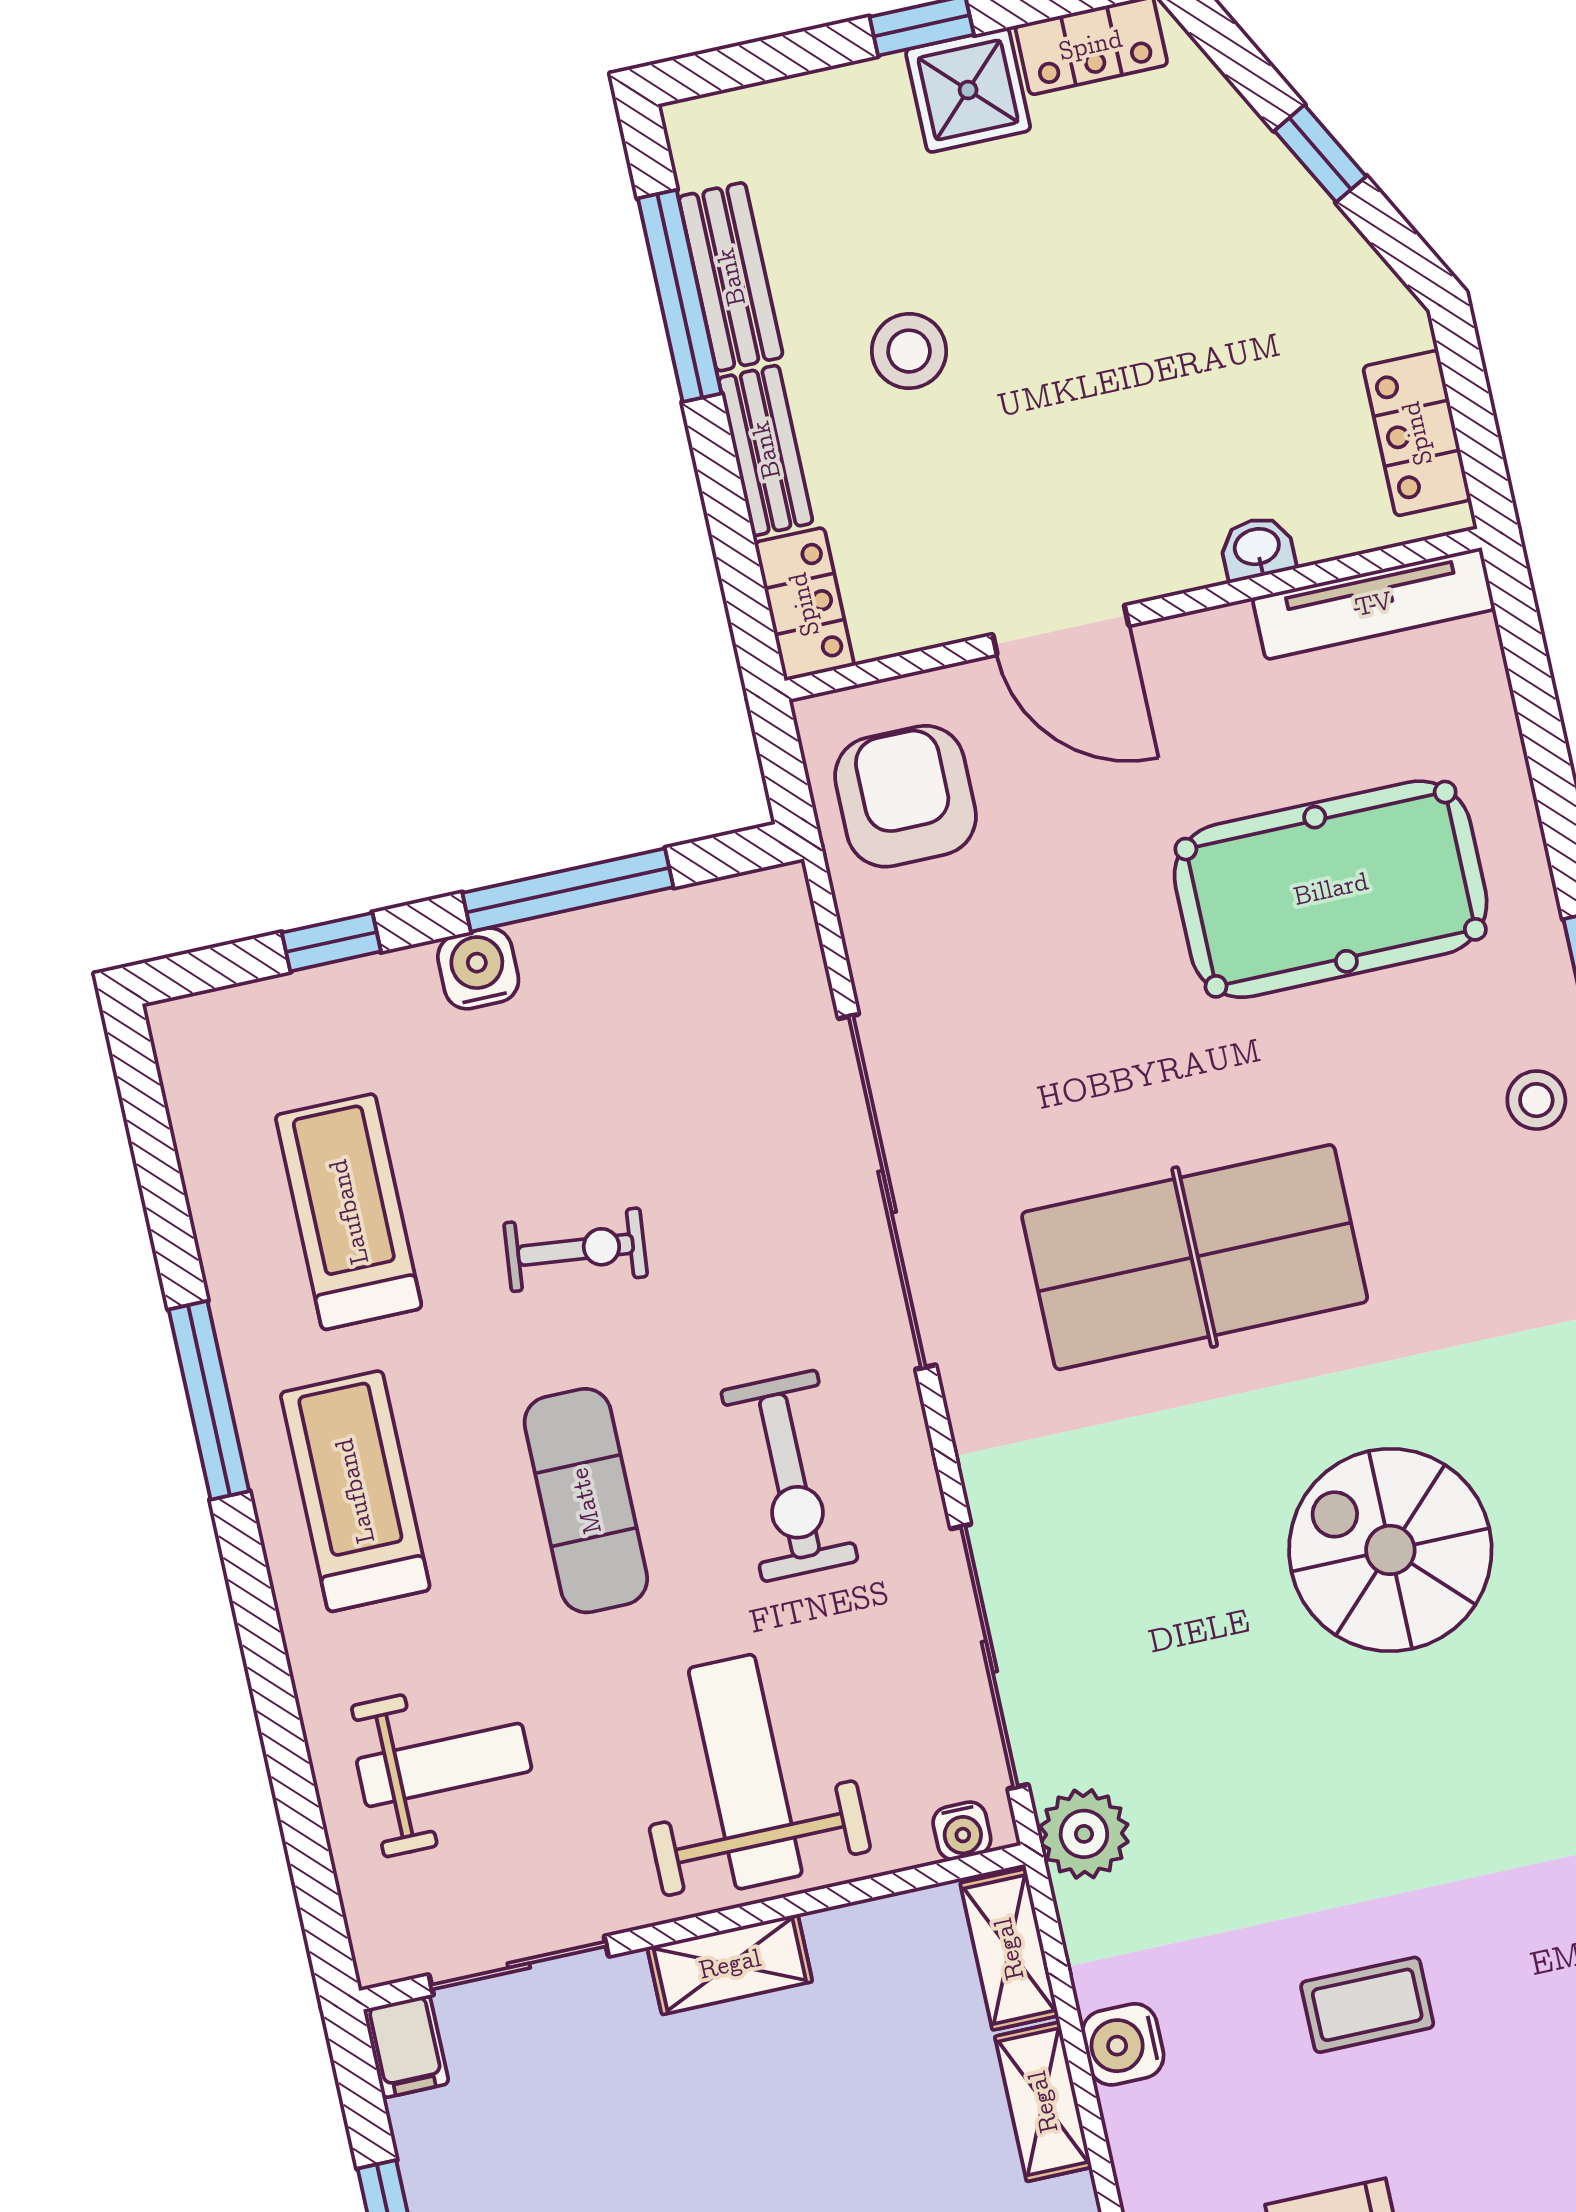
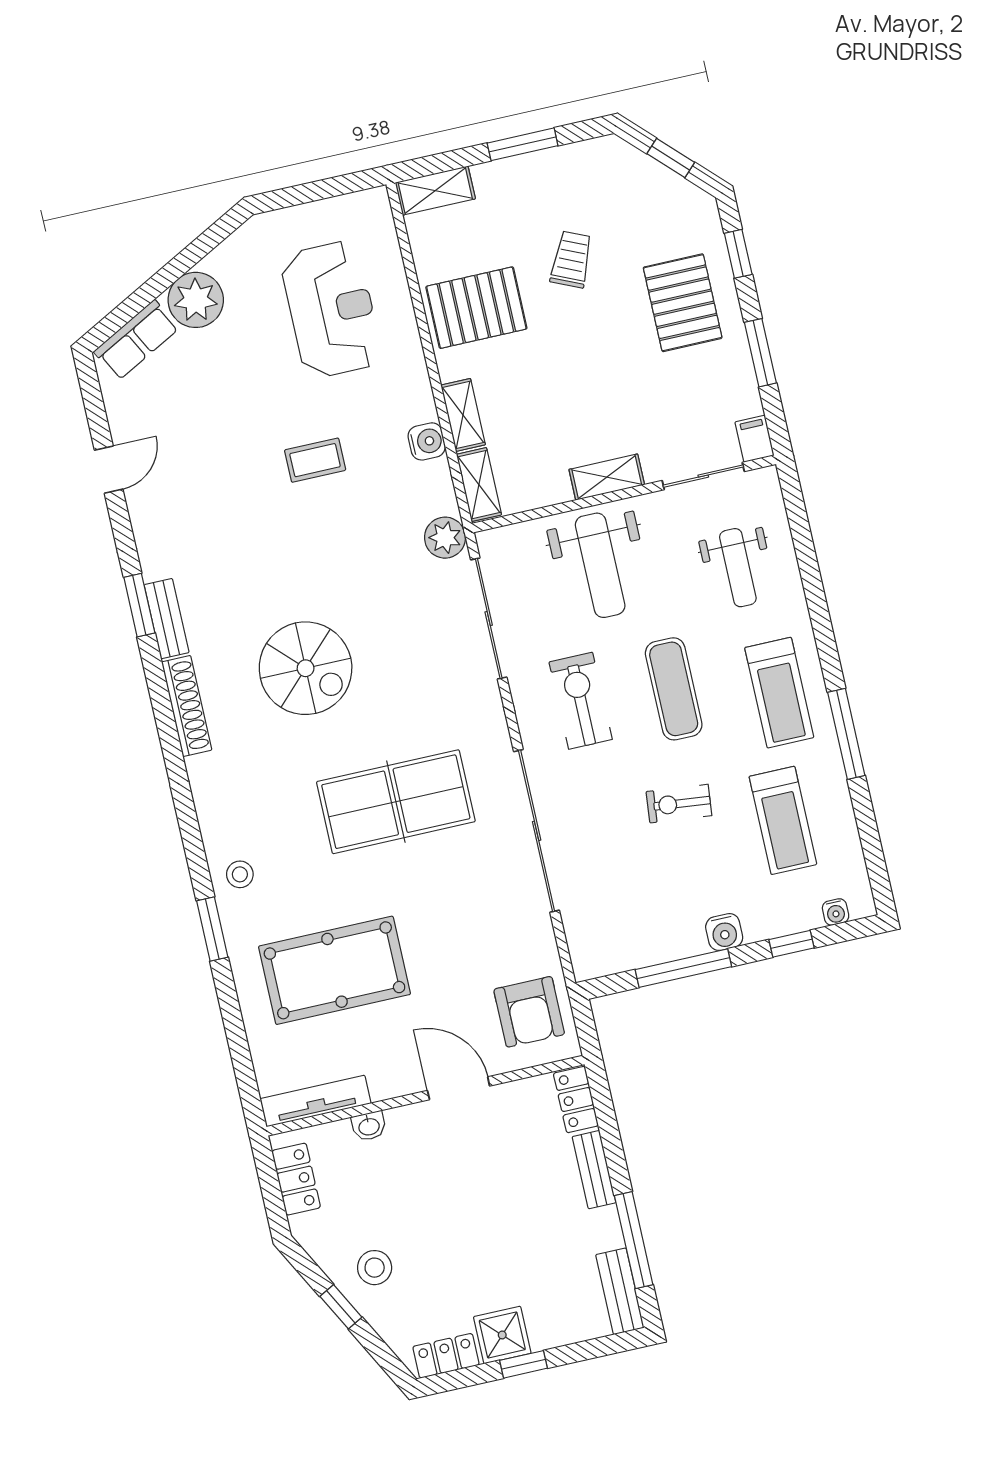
bench: (731, 277) -> (620, 1291), moved
stool: (909, 351) -> (375, 1268), moved
weight bench: (444, 1765) -> (738, 568), turned -90
water cooler: (962, 1831) -> (836, 912), moved, turned 180

